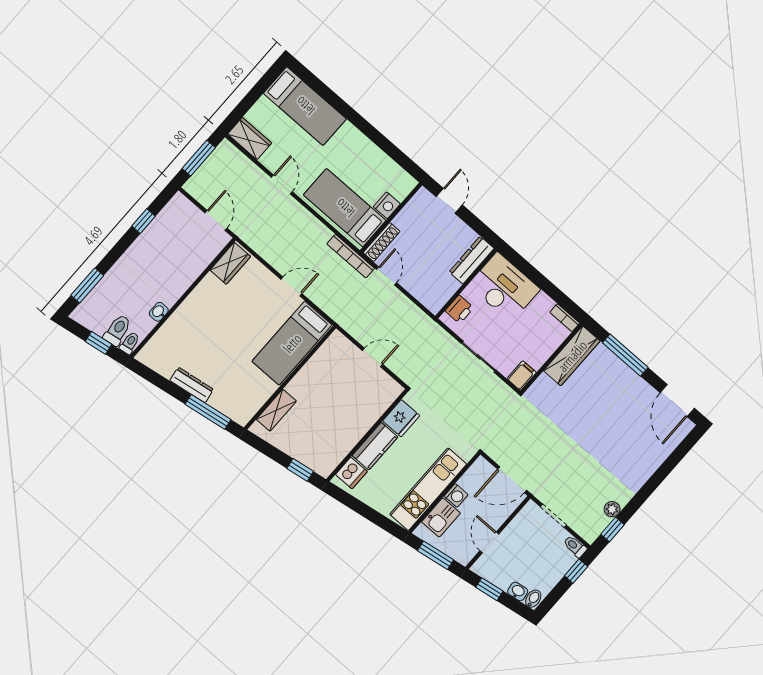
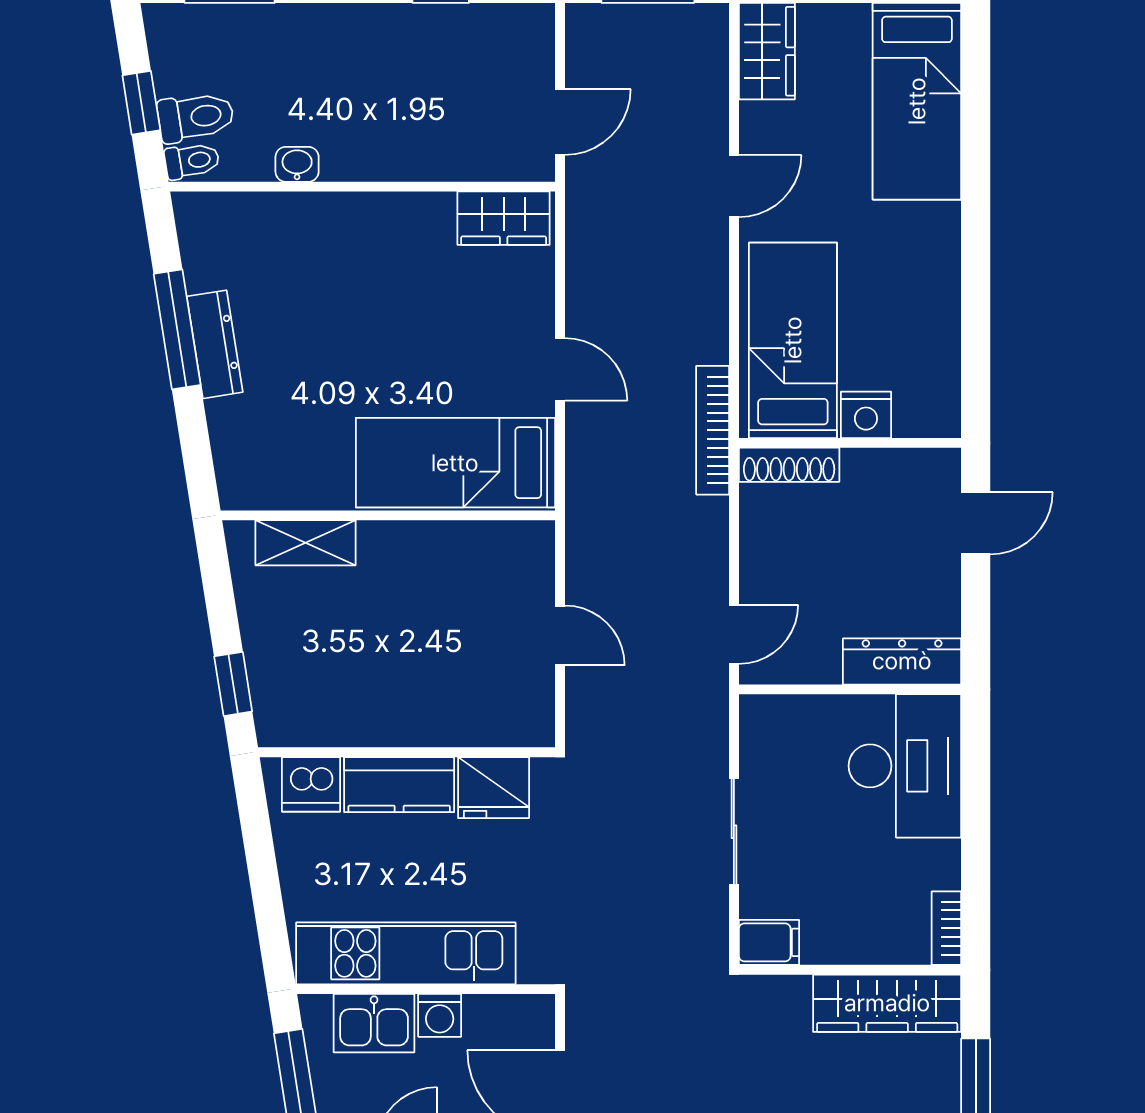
door: (387, 276) -> (734, 634), moved
printer: (459, 309) -> (791, 719), removed
window: (208, 412) -> (177, 329), moved

